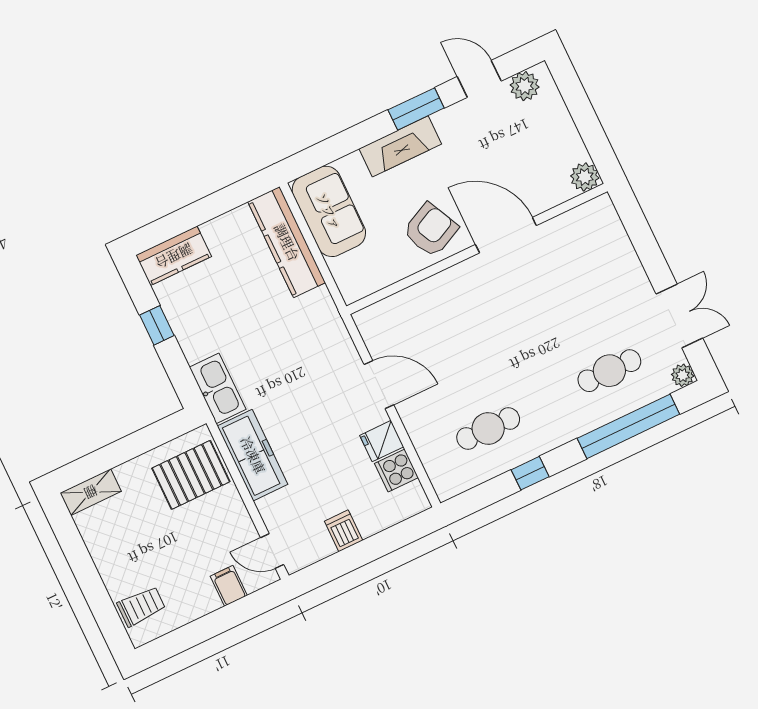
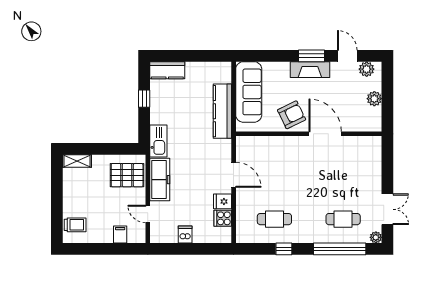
fireplace: (400, 146) -> (310, 70), moved
plant: (585, 177) -> (374, 99), moved
sofa: (329, 211) -> (249, 92), width x1.36
kitchen counter: (287, 242) -> (222, 111), moved
door: (272, 551) -> (148, 214), moved

